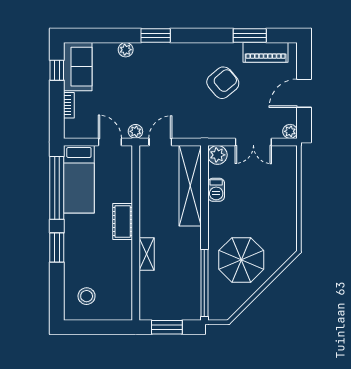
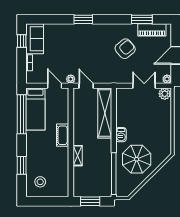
plant: (126, 50) -> (65, 28), removed
door: (160, 142) -> (86, 86), hinge flipped
double door: (253, 142) -> (144, 86), swing flipped
plant: (217, 155) -> (165, 94), moved
barbecue: (216, 190) -> (121, 135), moved
window: (57, 247) -> (22, 165), moved

